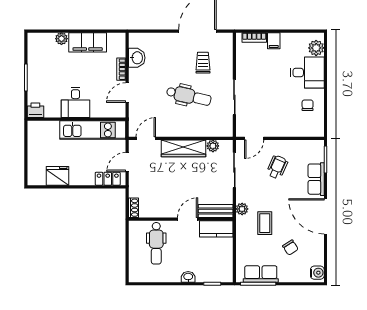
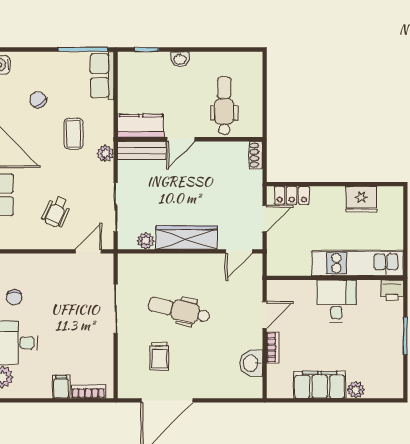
kitchen unit: (93, 130) -> (358, 263), moved
row of seats: (261, 274) -> (102, 76), moved, turned 90

